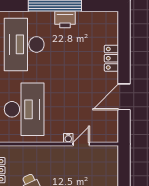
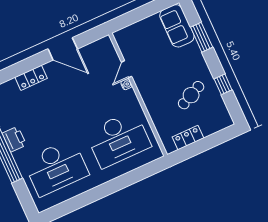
desk: (24, 109) -> (118, 139), turned 180
door: (81, 144) -> (127, 69), hinge flipped

